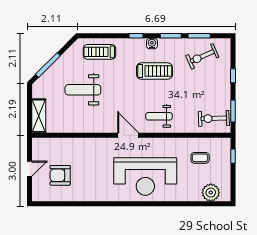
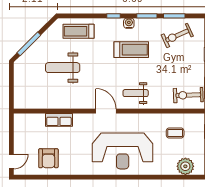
shelving: (39, 116) -> (20, 93), removed
row of seats: (79, 144) -> (59, 120), added
door: (30, 169) -> (11, 162), moved
armchair: (60, 175) -> (48, 158), moved, turned -90

